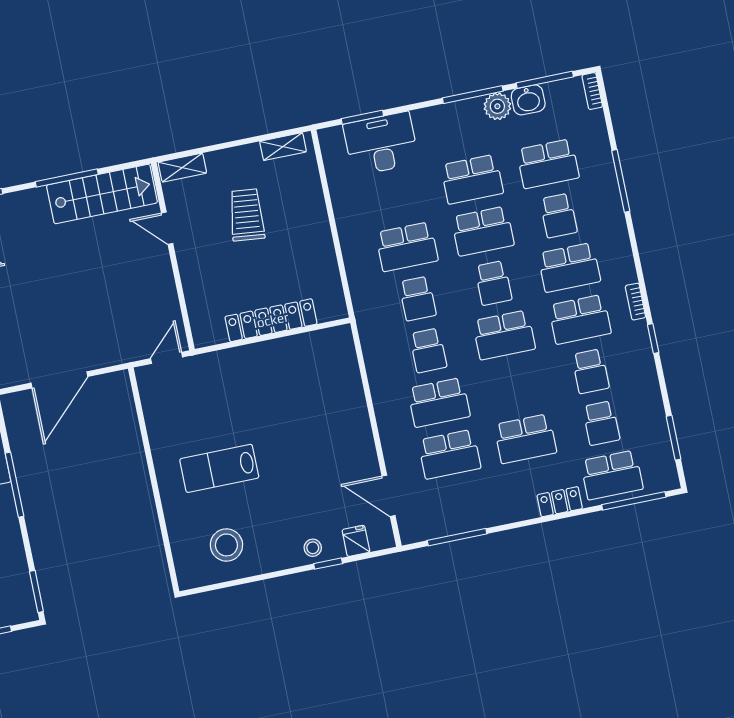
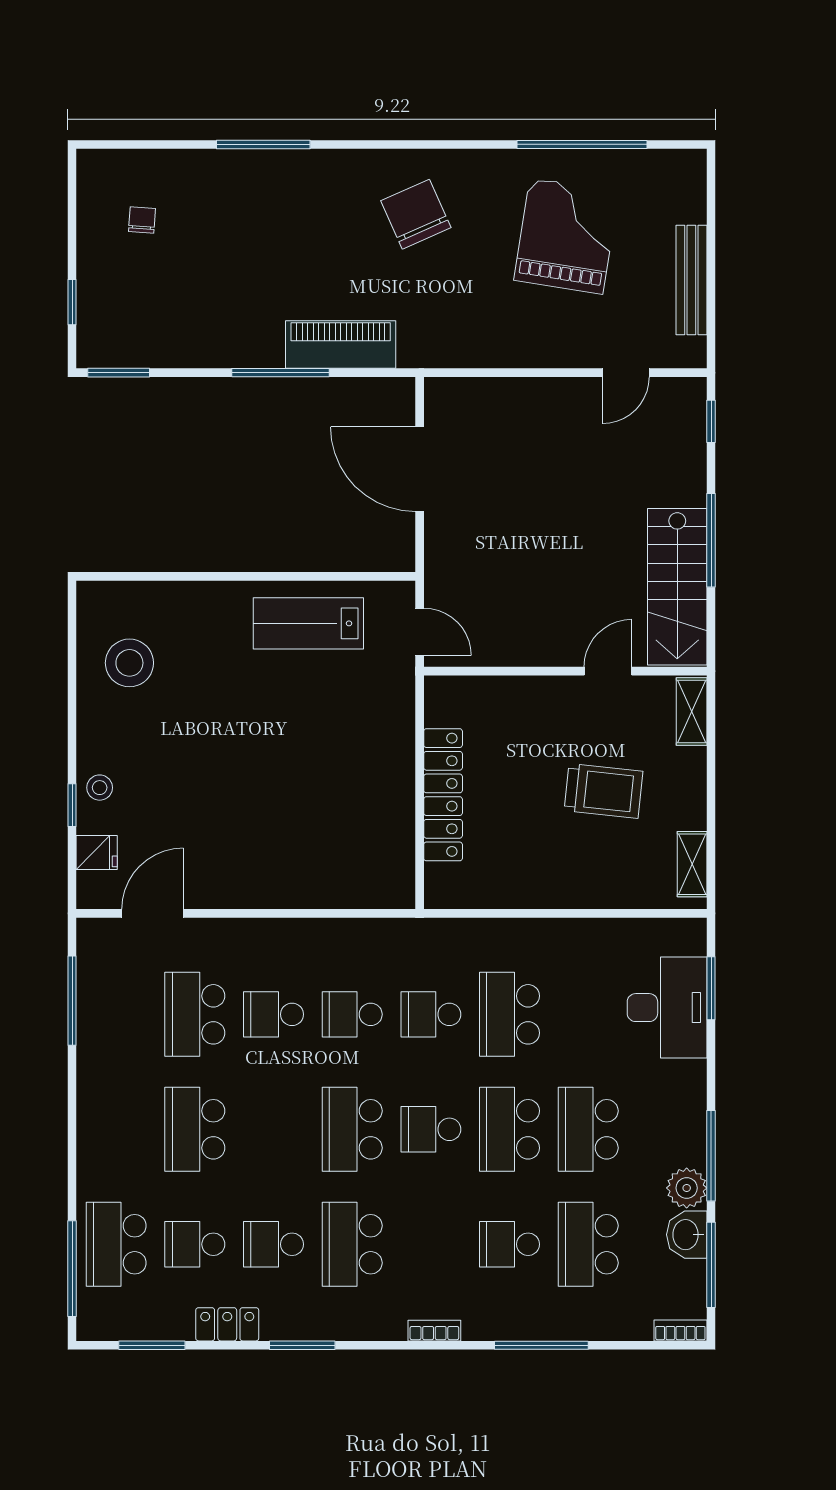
school desk: (569, 267) -> (431, 1244), removed
bookcase: (635, 302) -> (434, 1331), moved
window: (653, 339) -> (302, 1345), width x1.50
school desk: (439, 402) -> (273, 1014), width x0.54
lab bench: (219, 468) -> (308, 623), moved, turned -90
locker: (560, 502) -> (227, 1324), moved, turned -90

